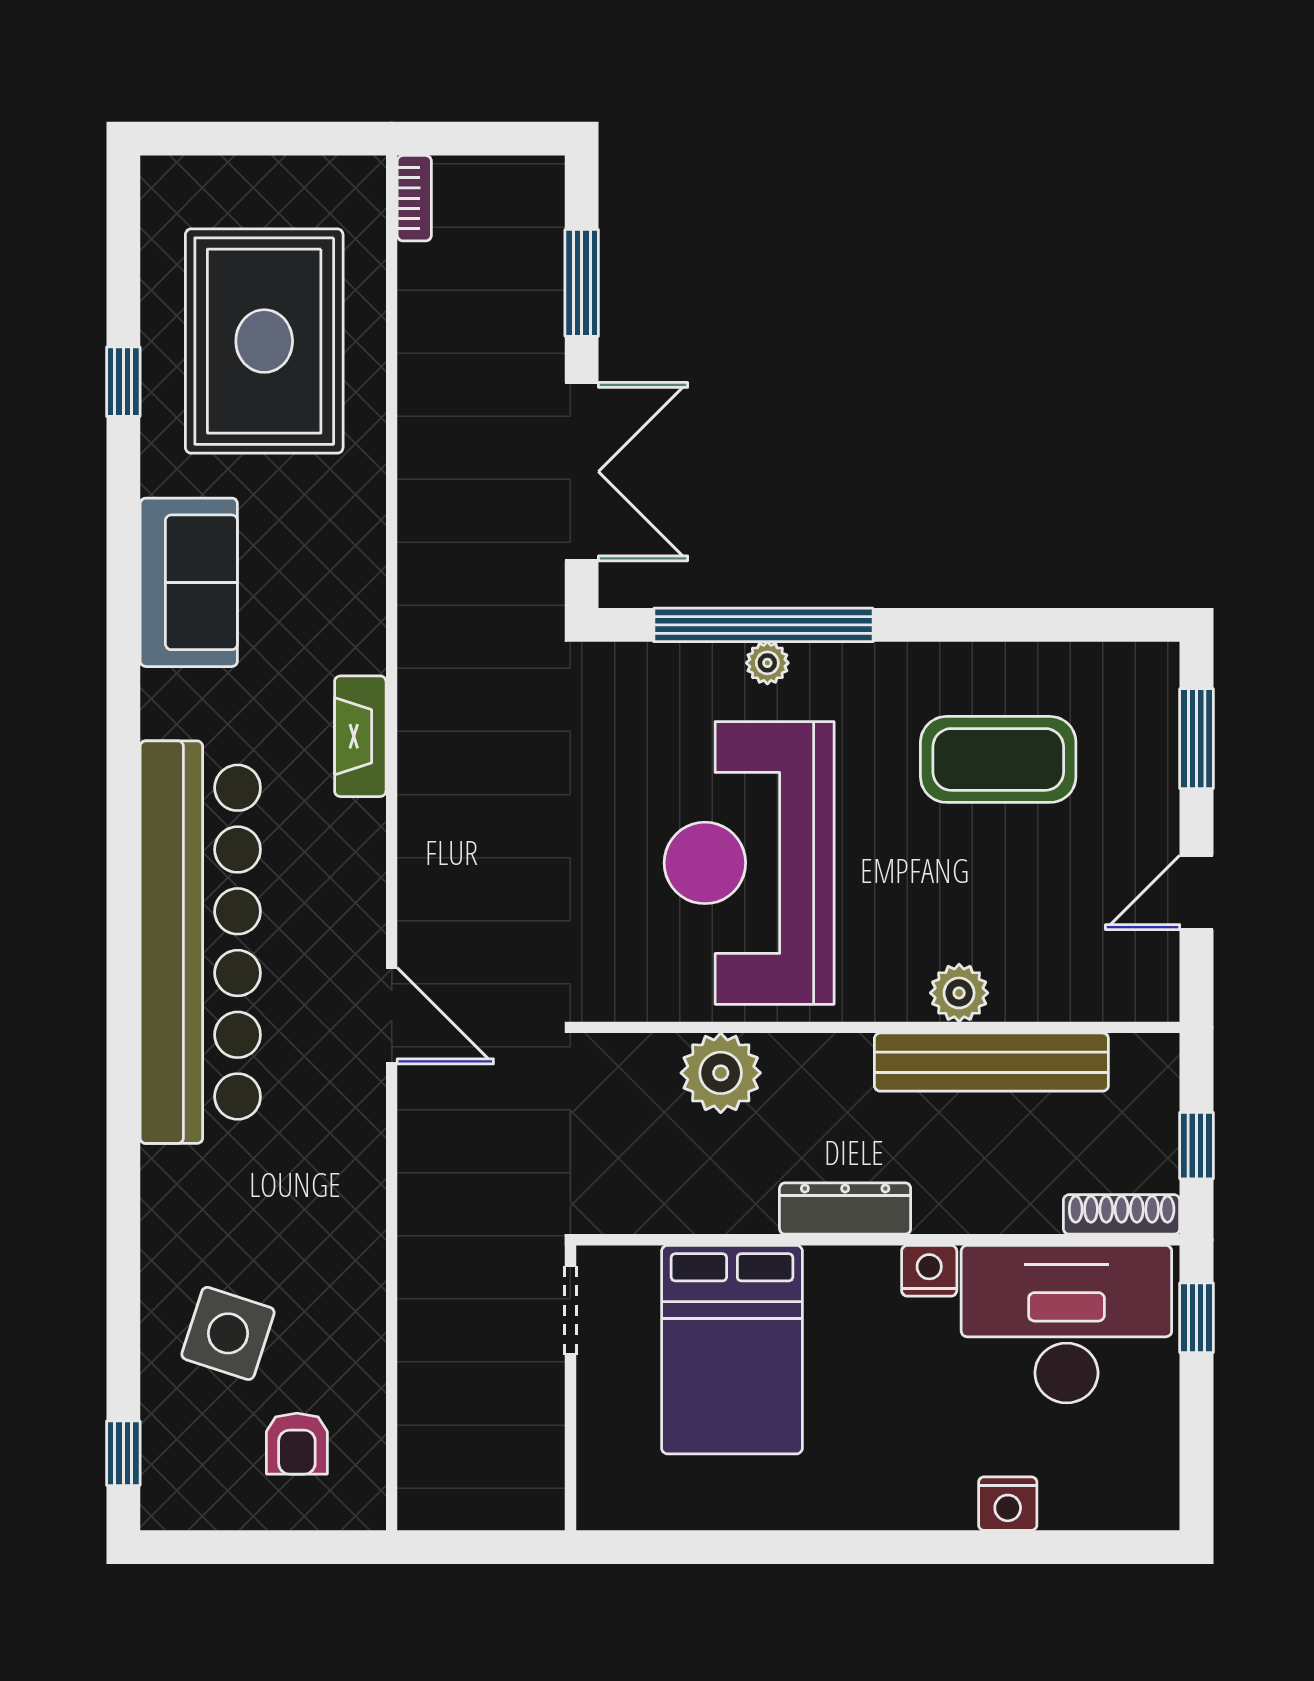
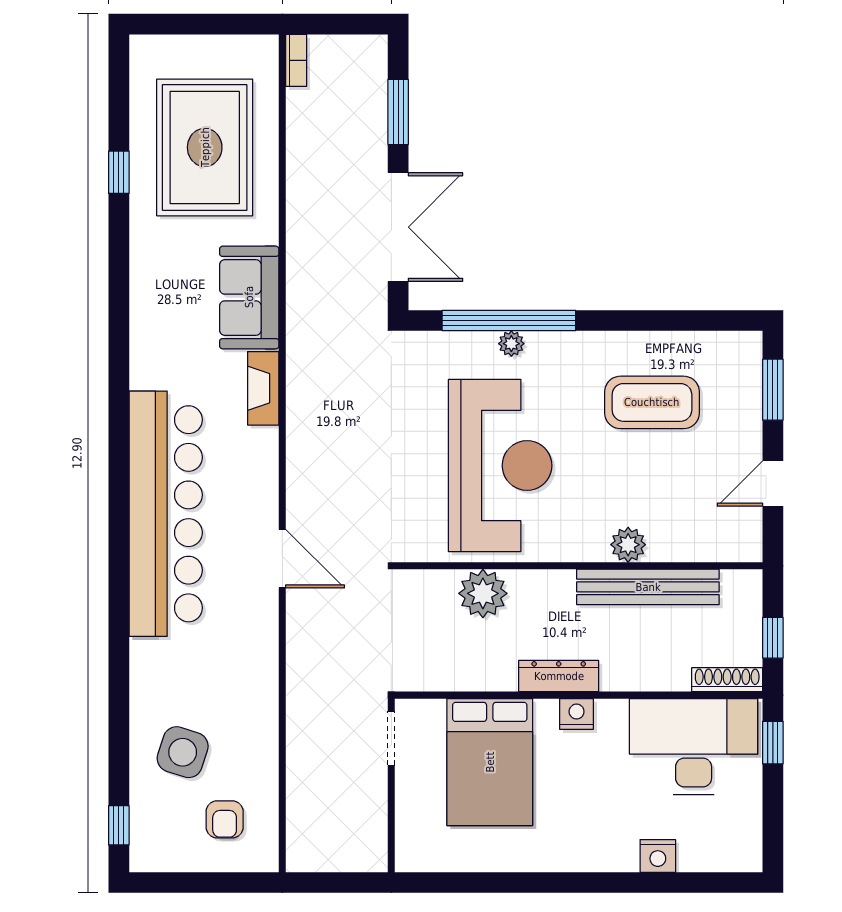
sofa: (189, 582) -> (249, 297), moved, turned 180
reception desk: (749, 863) -> (500, 466), turned 180
nightstand: (929, 1271) -> (577, 714), moved

